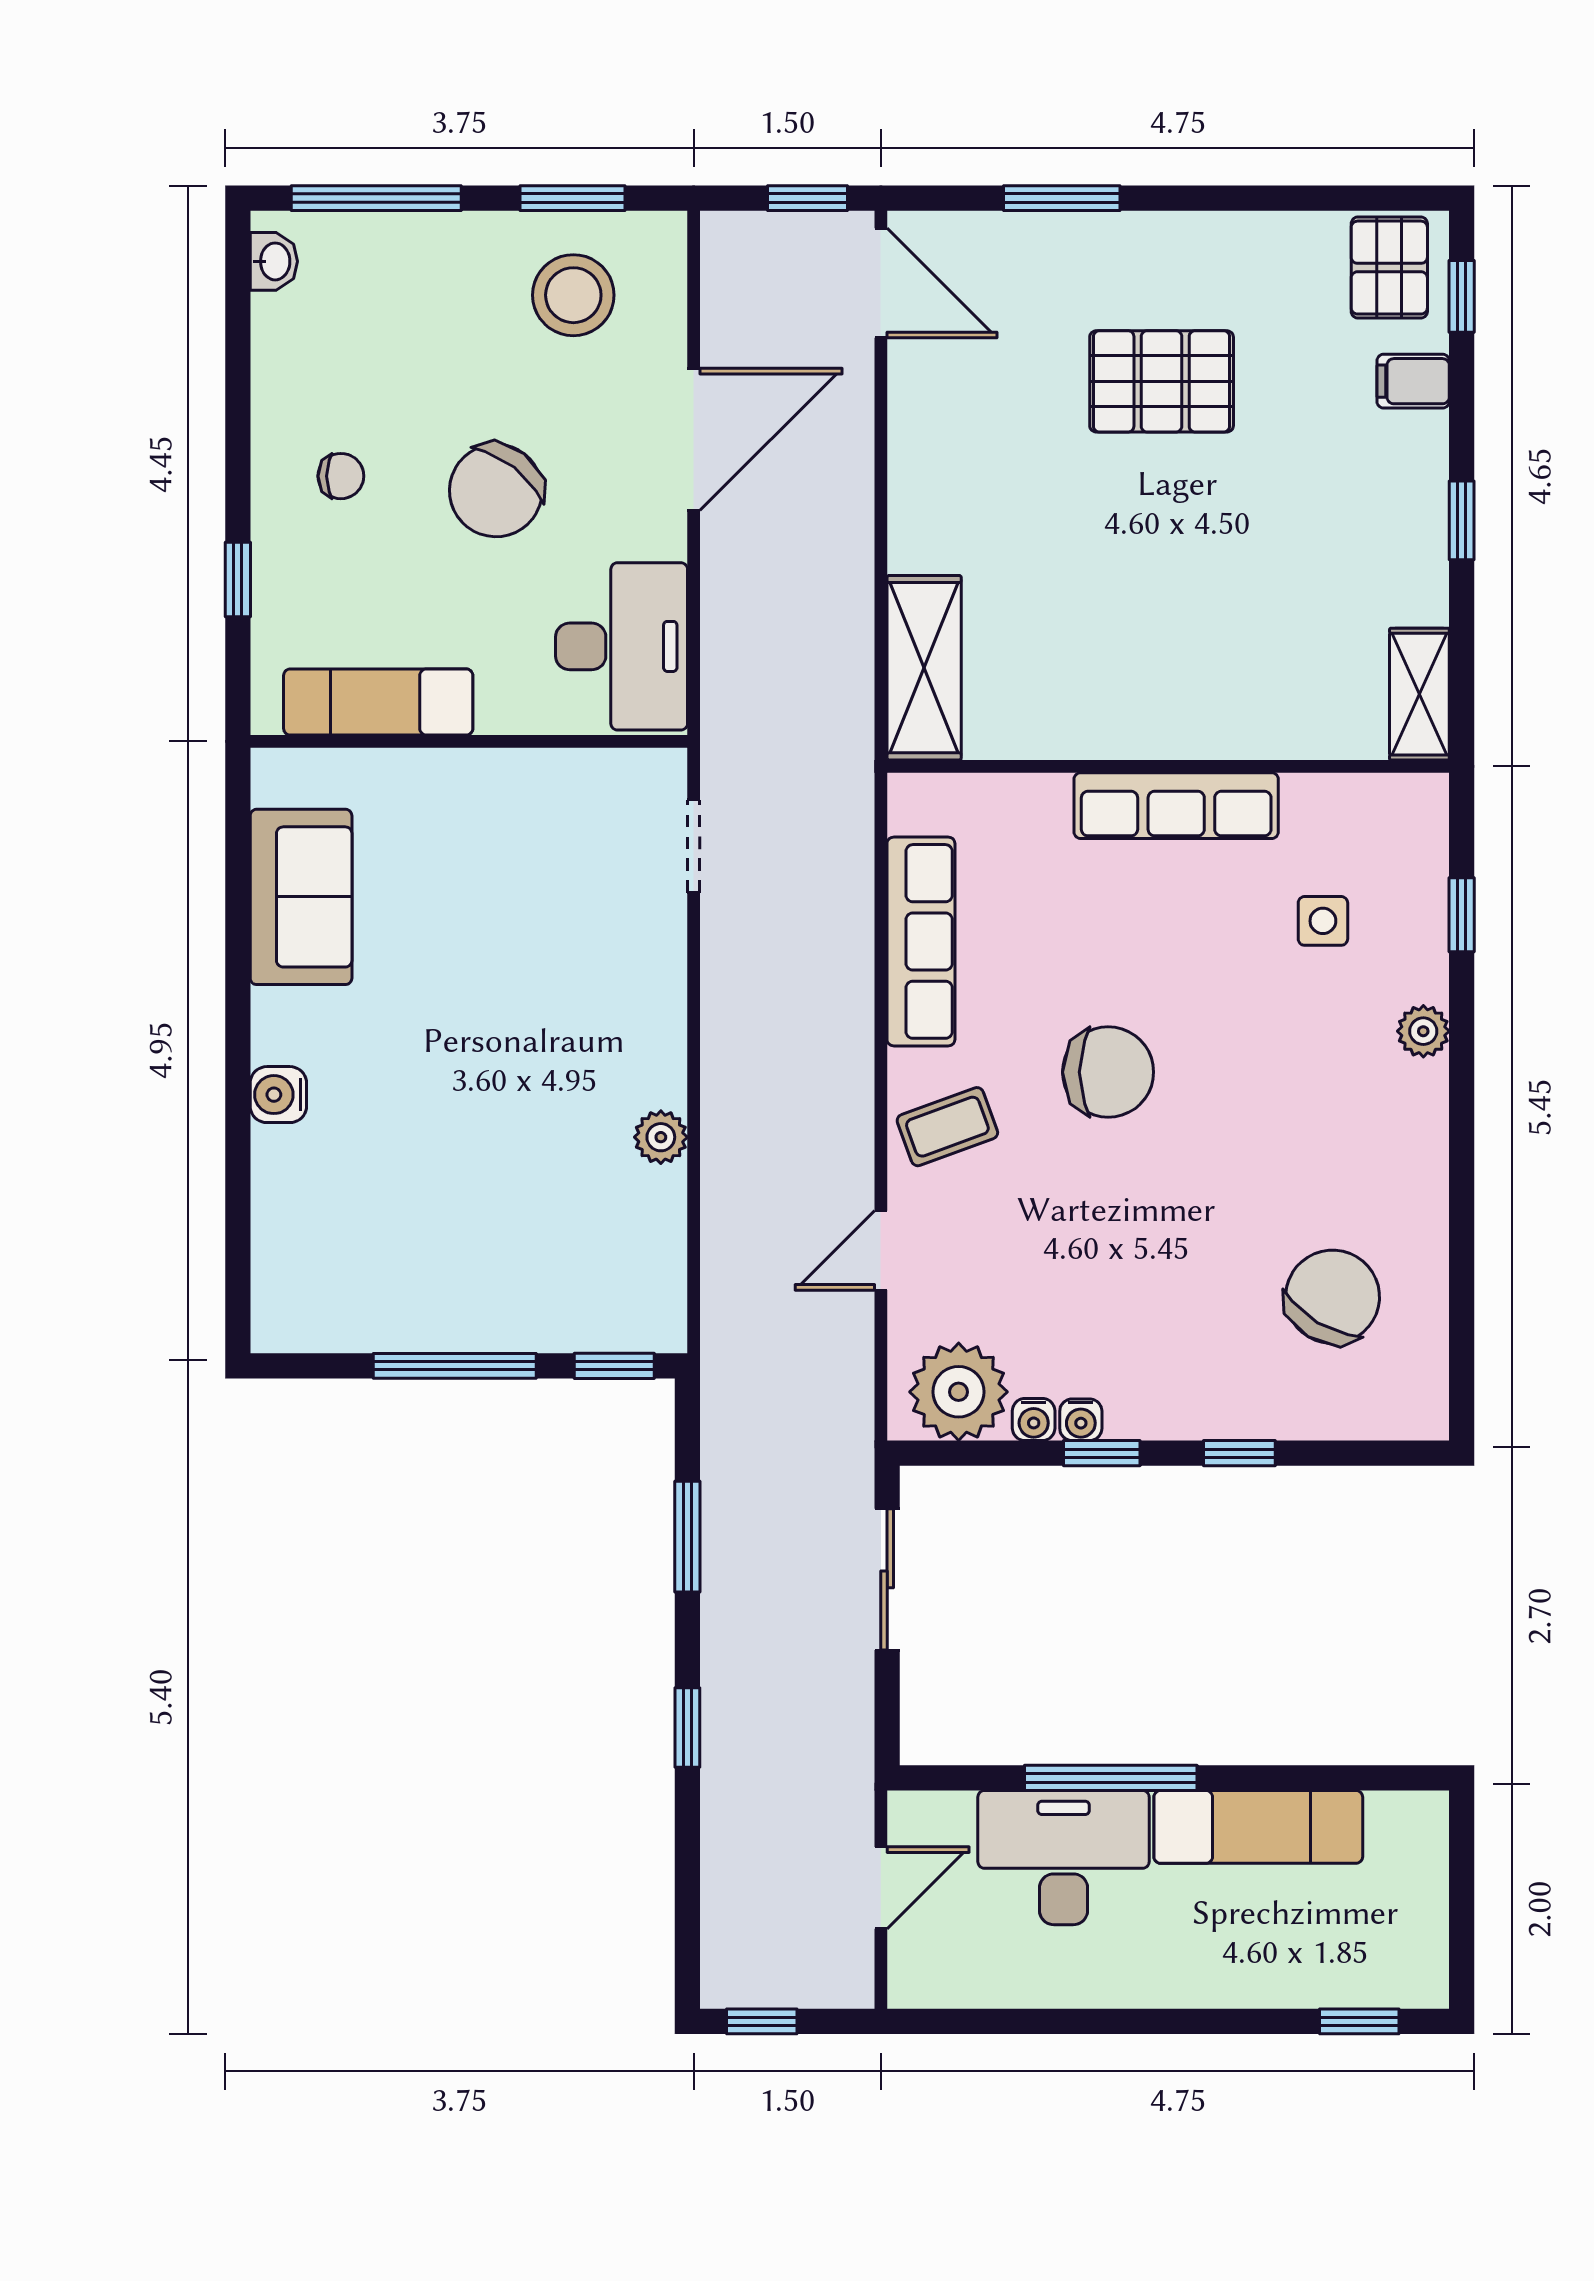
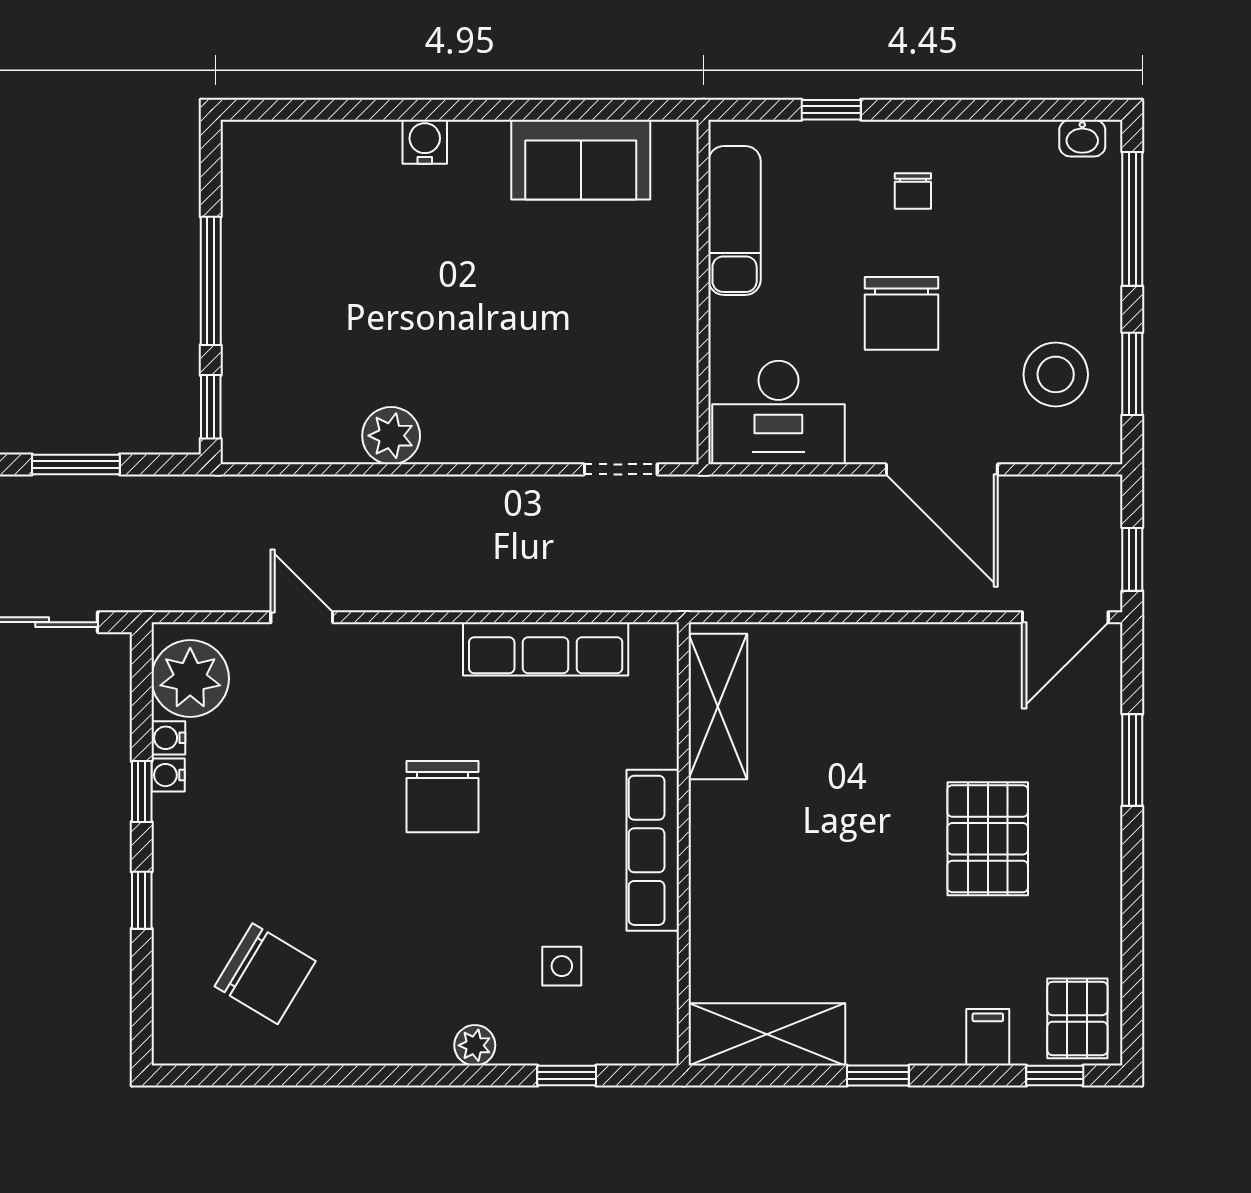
pallet: (1389, 268) -> (1077, 1018), turned 90
chair: (496, 490) -> (901, 313), turned -128
shelving: (924, 668) -> (718, 706), moved, turned 90
shelving: (1419, 694) -> (767, 1034), width x1.50, depth x1.33
coffee table: (947, 1127) -> (399, 670), removed
plant: (661, 1137) -> (391, 436), width x1.38, depth x1.38

